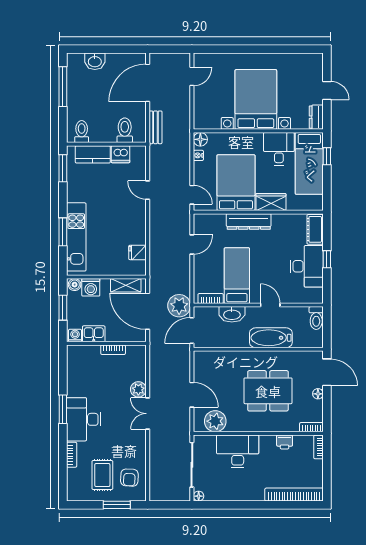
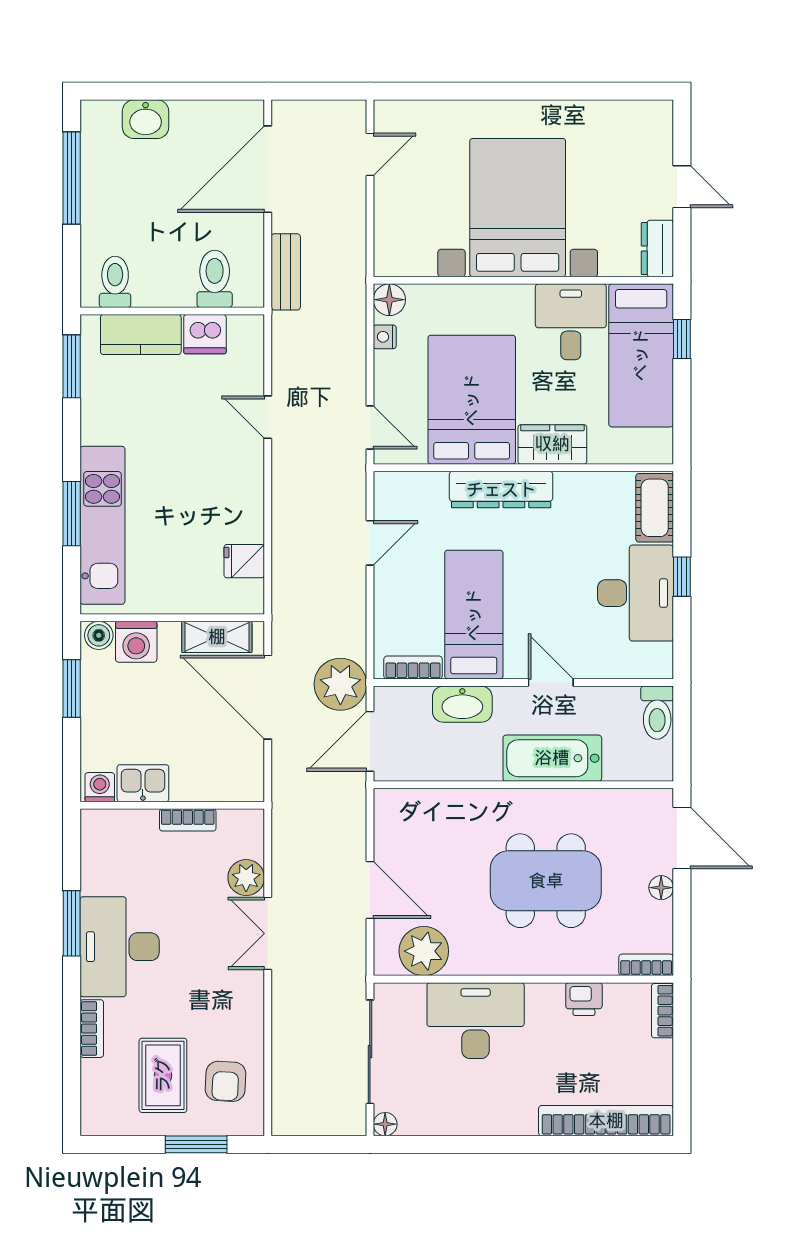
kitchen sink: (94, 334) -> (143, 783), moved
washing machine: (75, 336) -> (100, 787), moved
wall: (106, 343) -> (172, 805), moved
bookcase: (113, 350) -> (188, 820), moved

